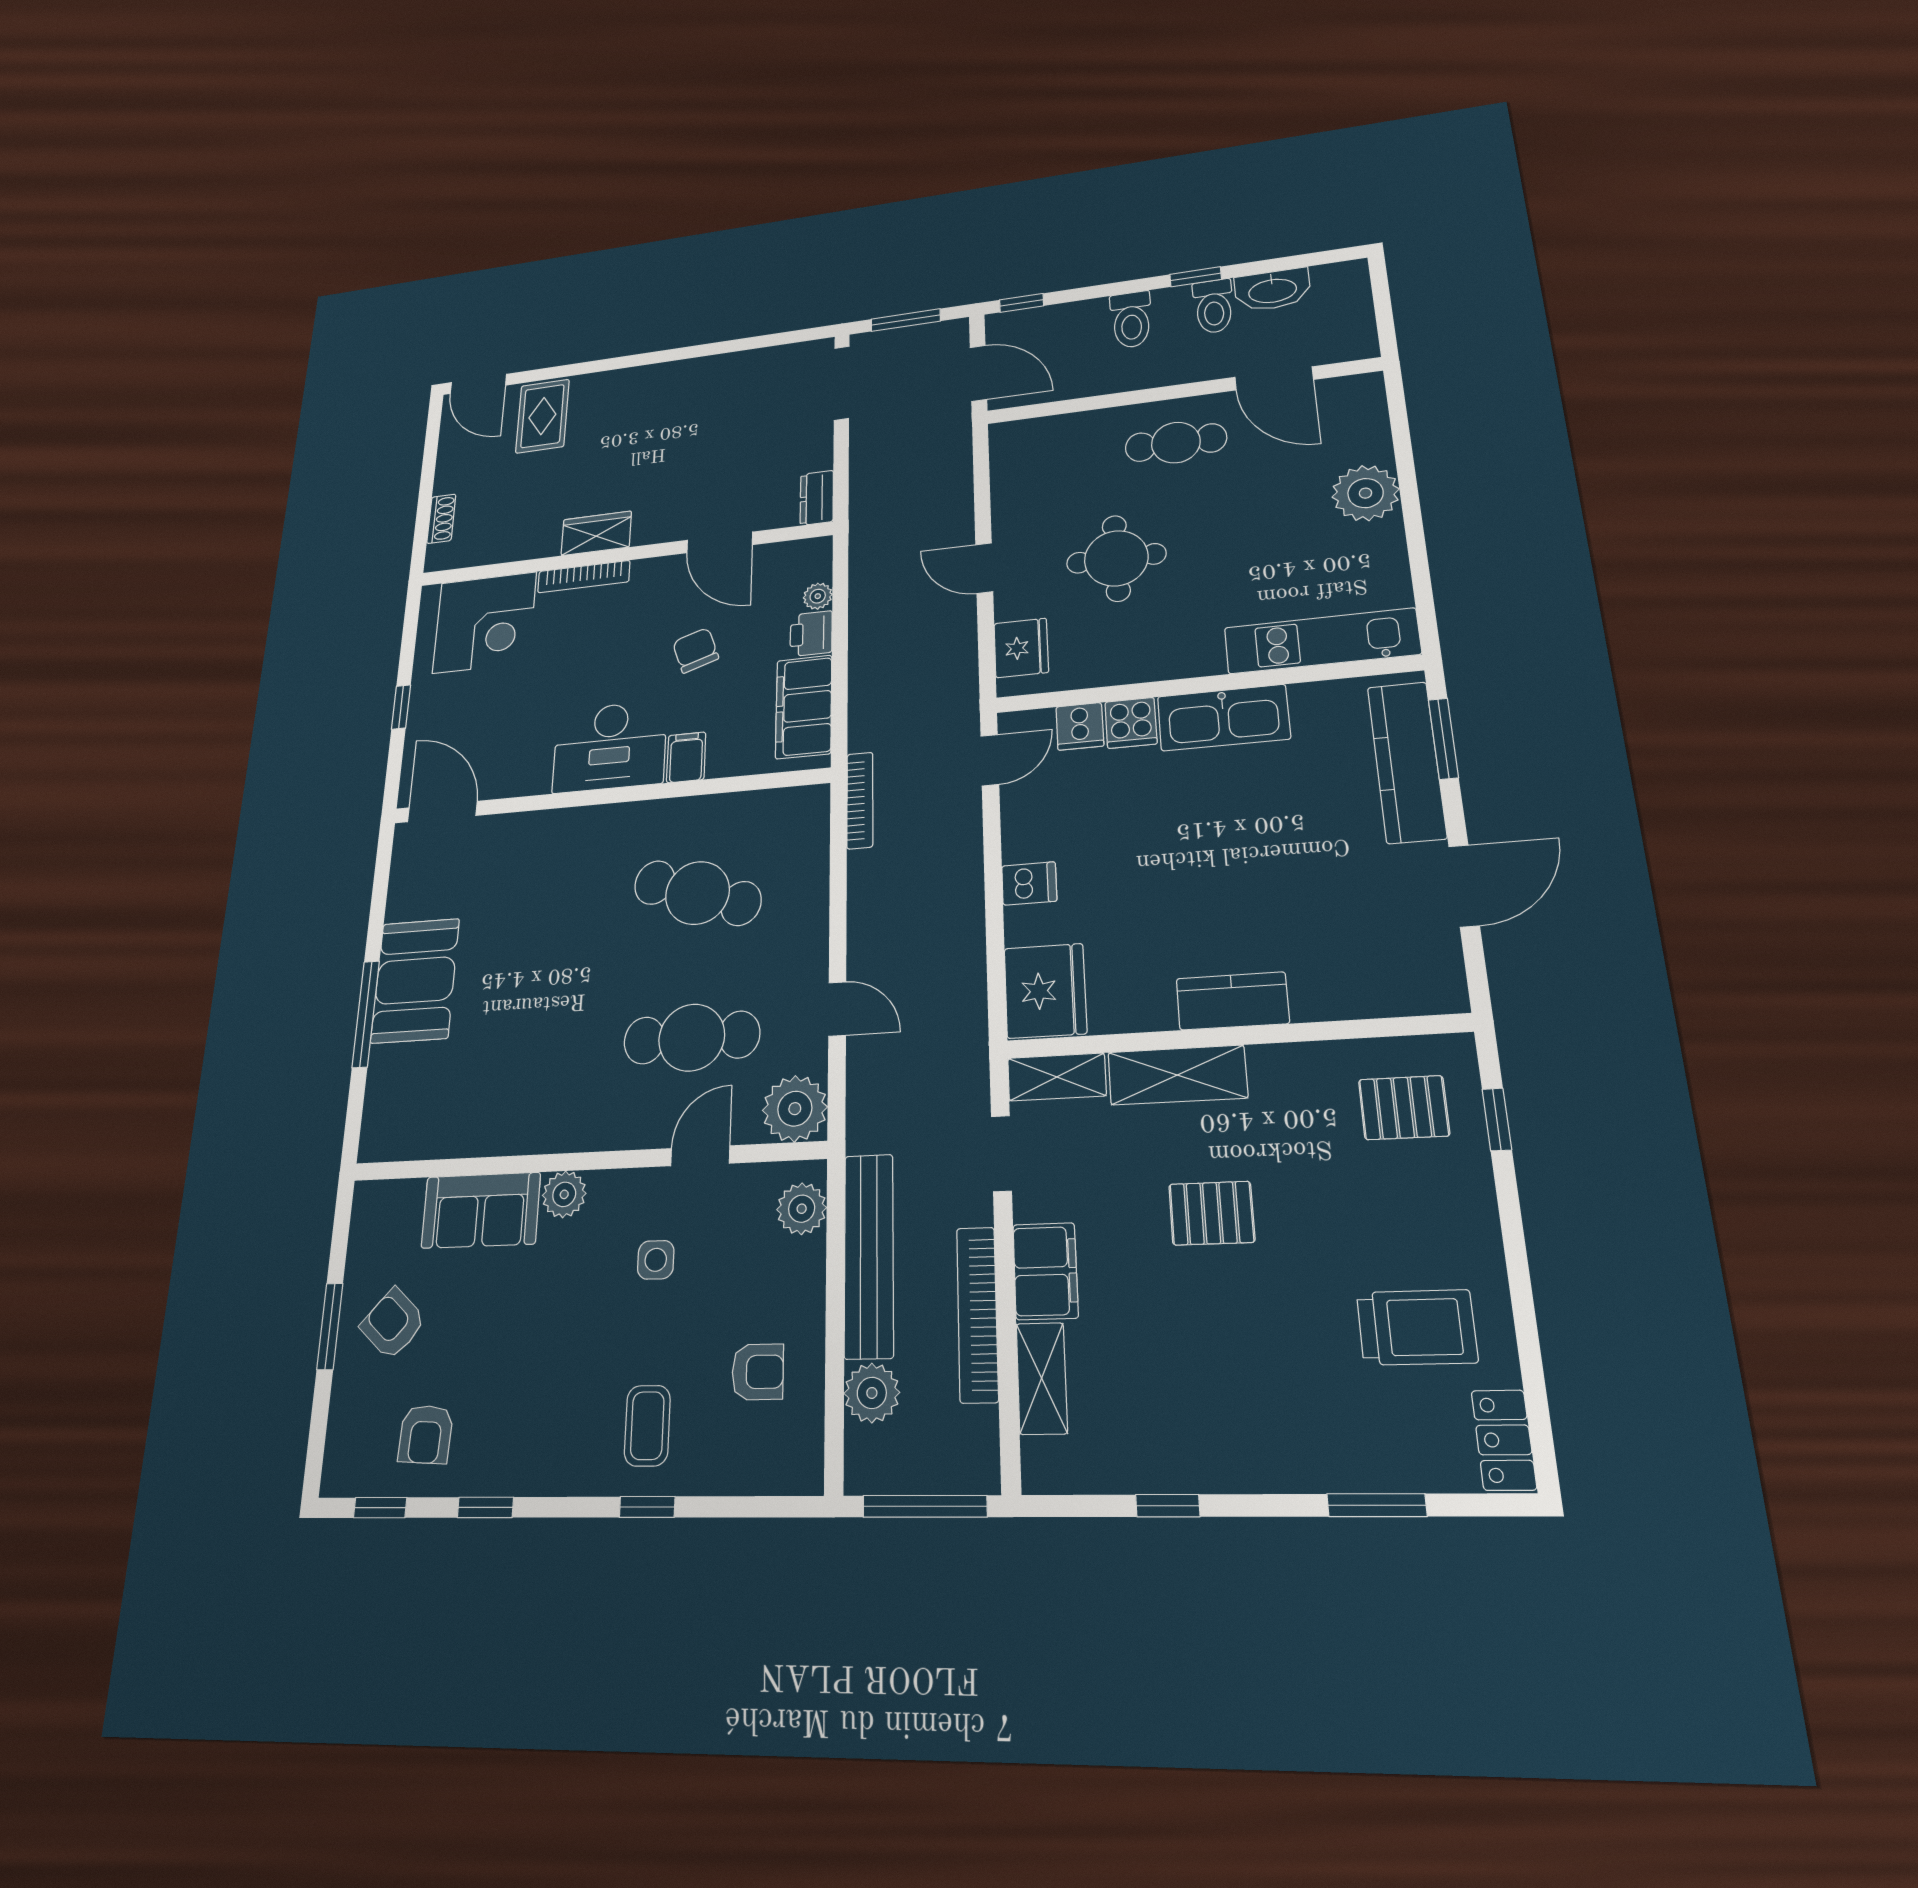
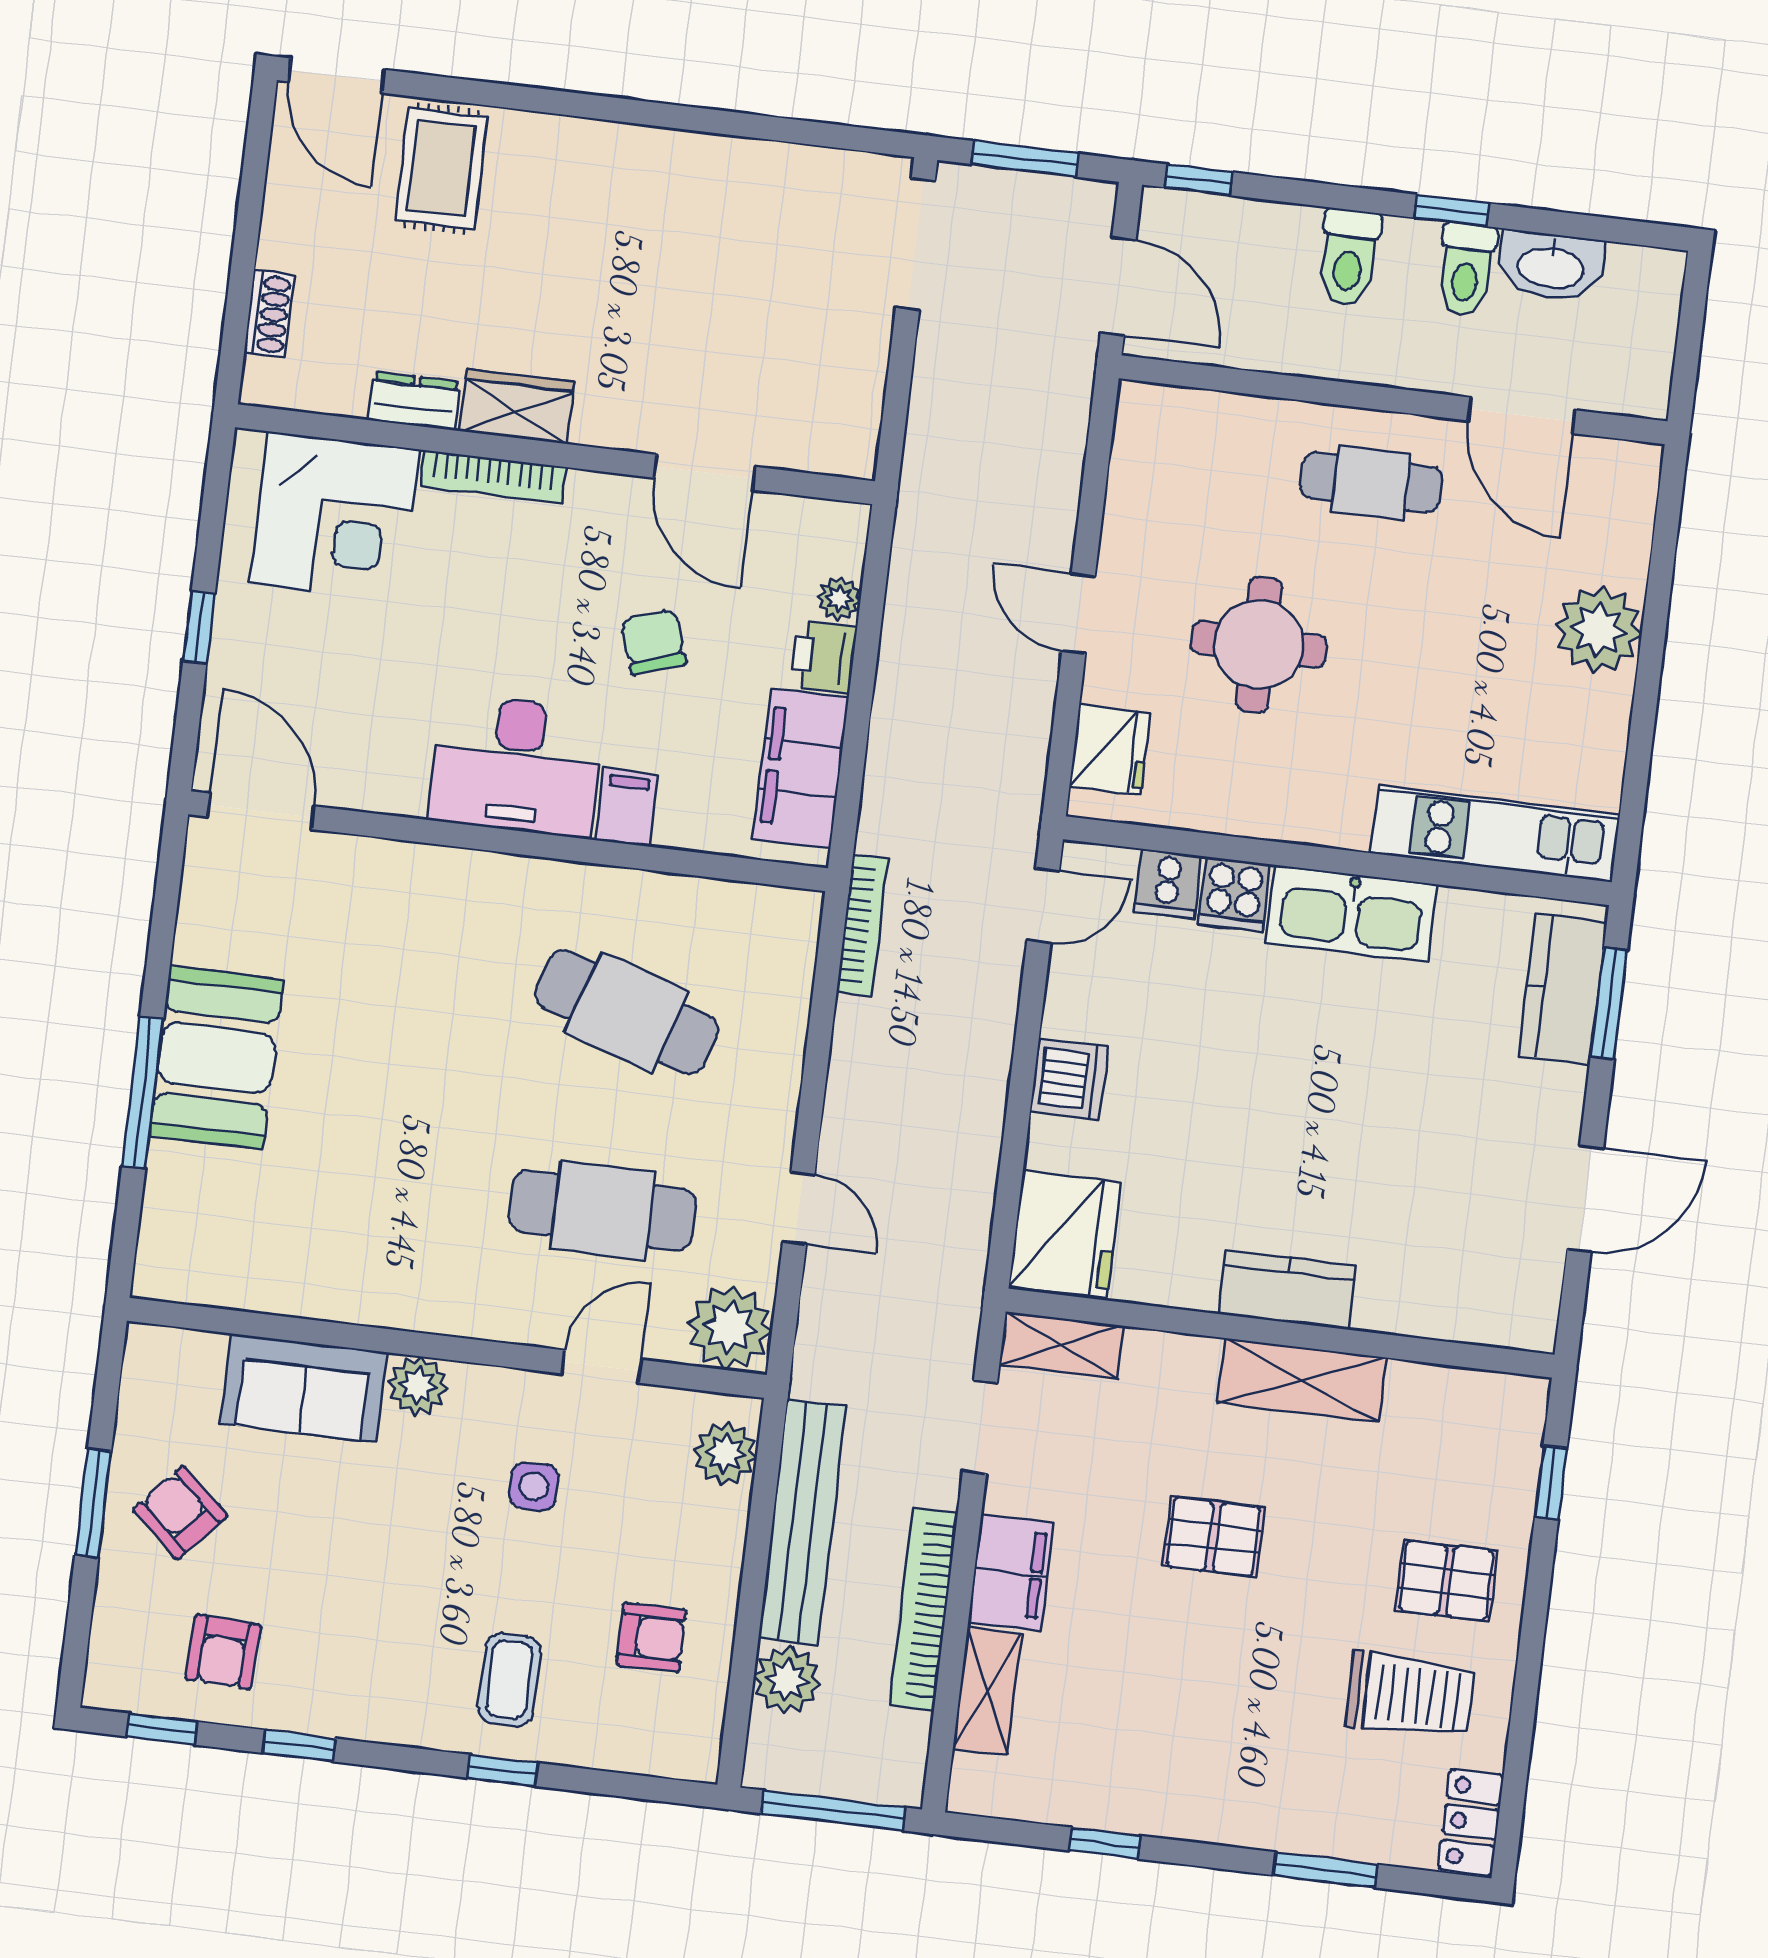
dresser: (817, 498) -> (414, 401), moved, turned 90
kitchen counter: (1407, 762) -> (1563, 989), width x0.67
dishwasher: (1029, 883) -> (1069, 1079), width x1.38
shelving: (1177, 1075) -> (1302, 1380), moved
pallet: (1404, 1108) -> (1446, 1581), moved

